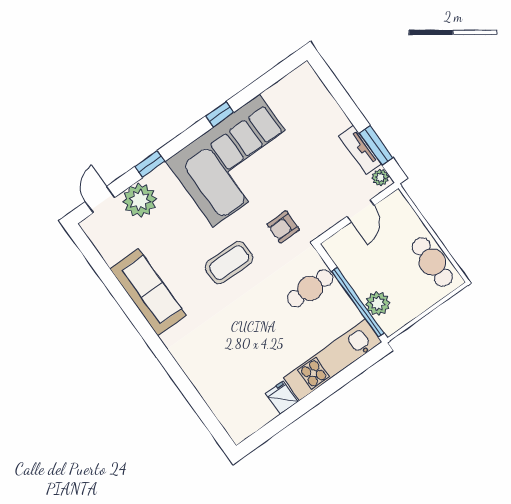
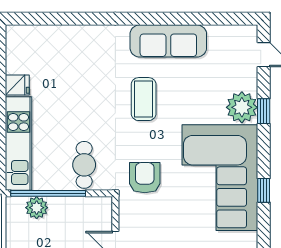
plant: (140, 200) -> (242, 107), moved
armchair: (283, 227) -> (145, 178), width x1.38, depth x1.38
coffee table: (229, 263) -> (144, 99), moved

